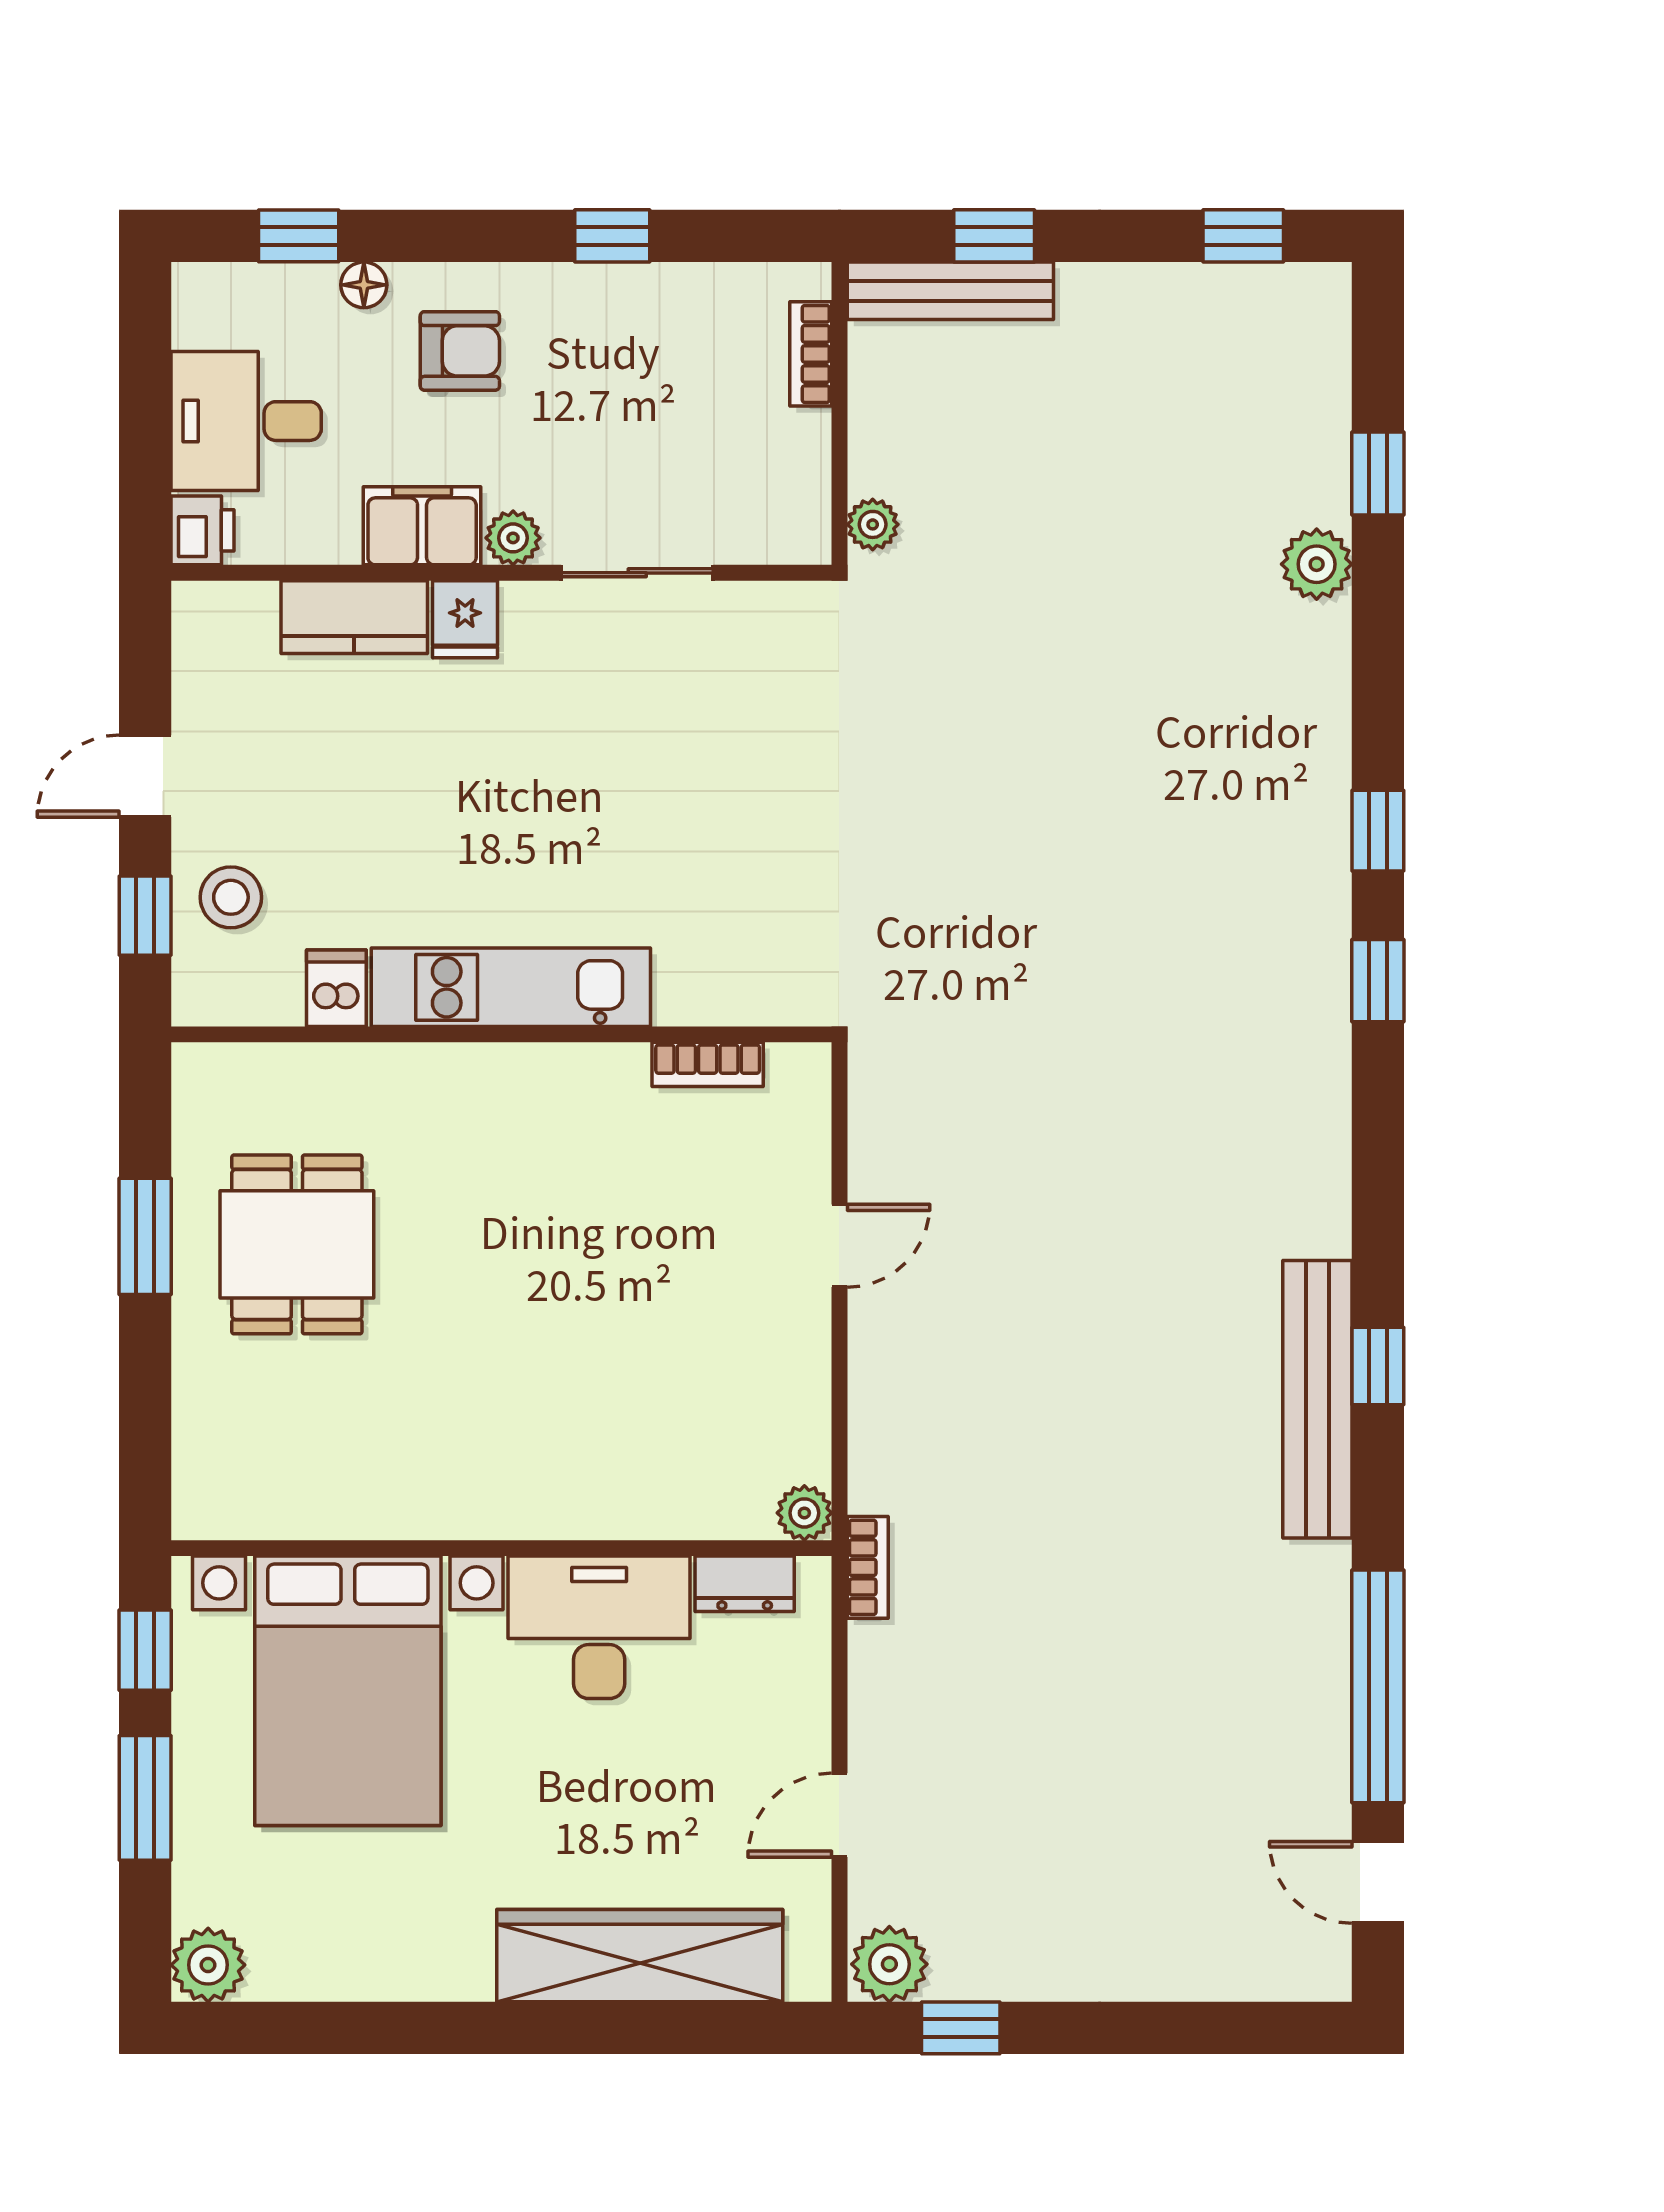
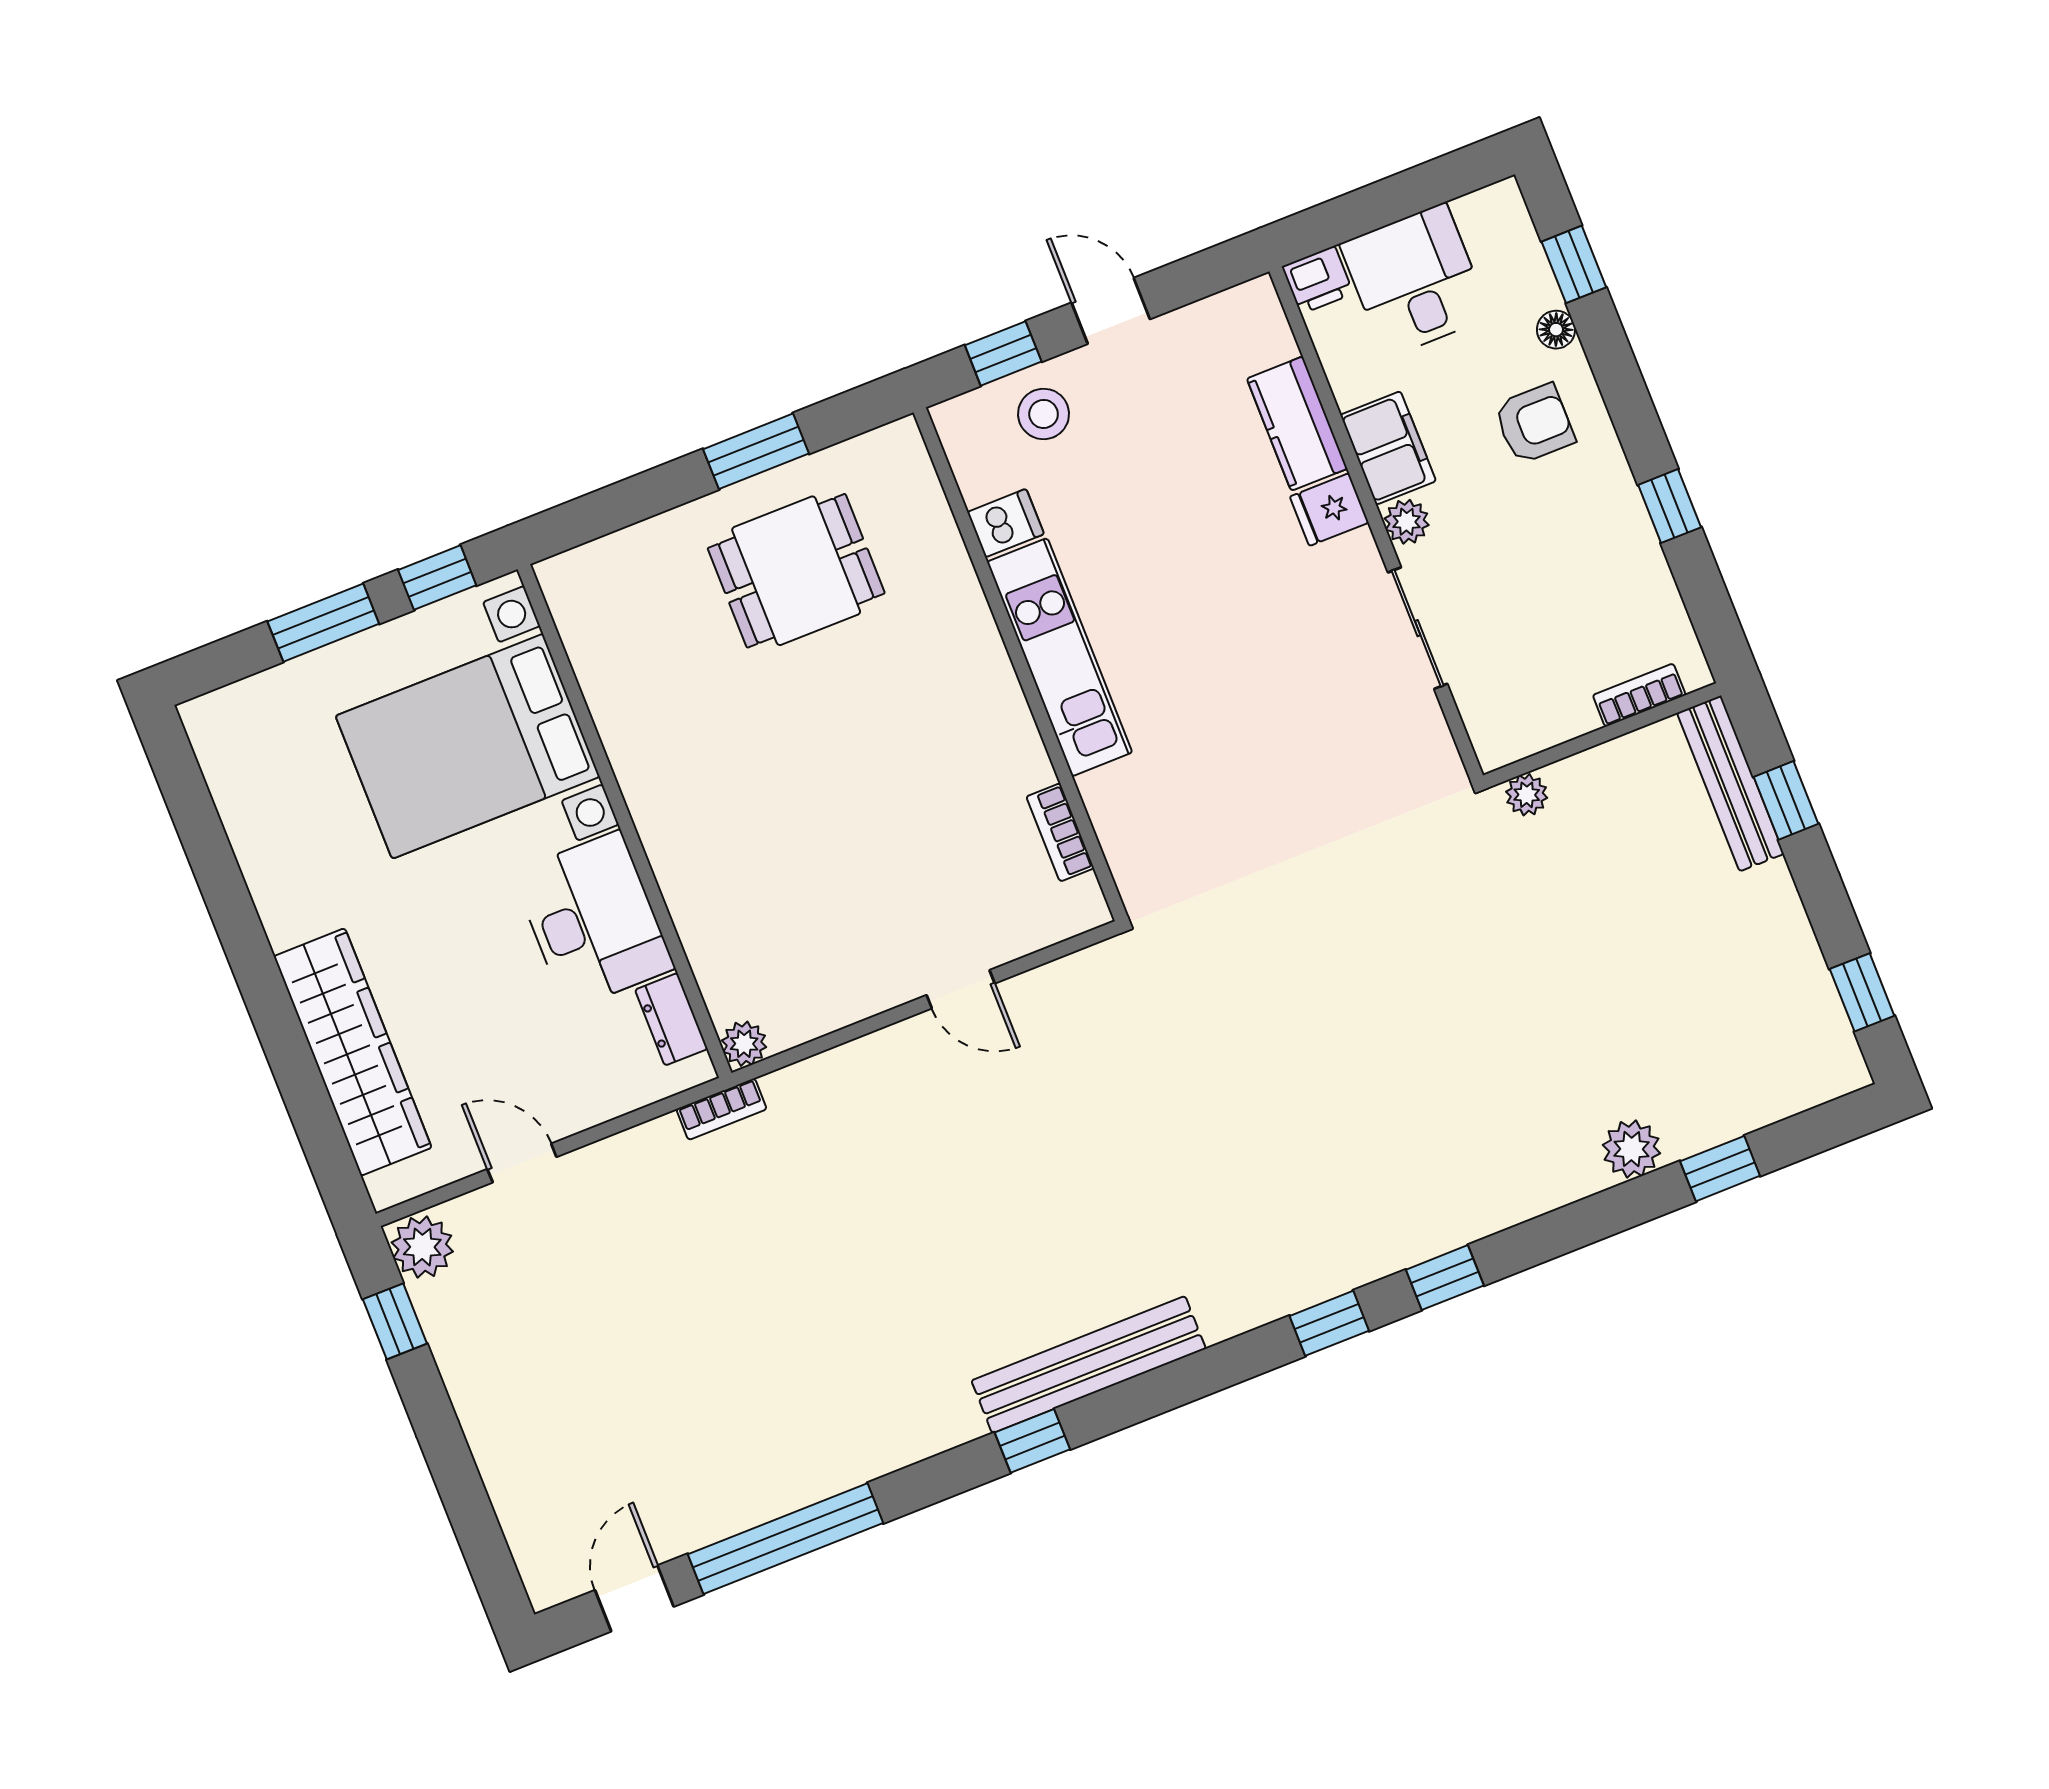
armchair: (460, 351) -> (1534, 424), turned -90
bench: (1317, 1399) -> (1089, 1365), moved
plant: (208, 1965) -> (214, 722), removed

